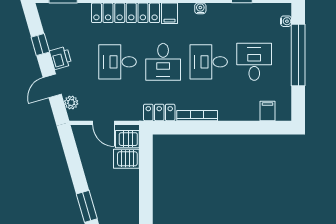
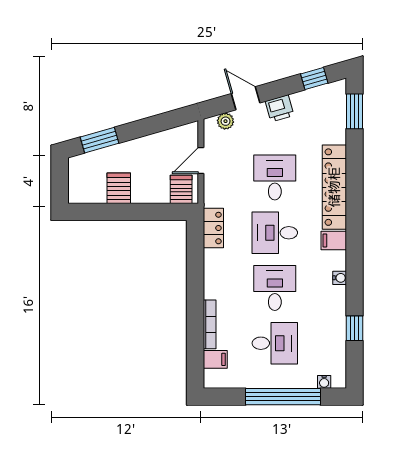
window: (40, 45) -> (314, 79), moved
bookcase: (197, 116) -> (210, 324), moved
server rack: (126, 159) -> (119, 188), moved

